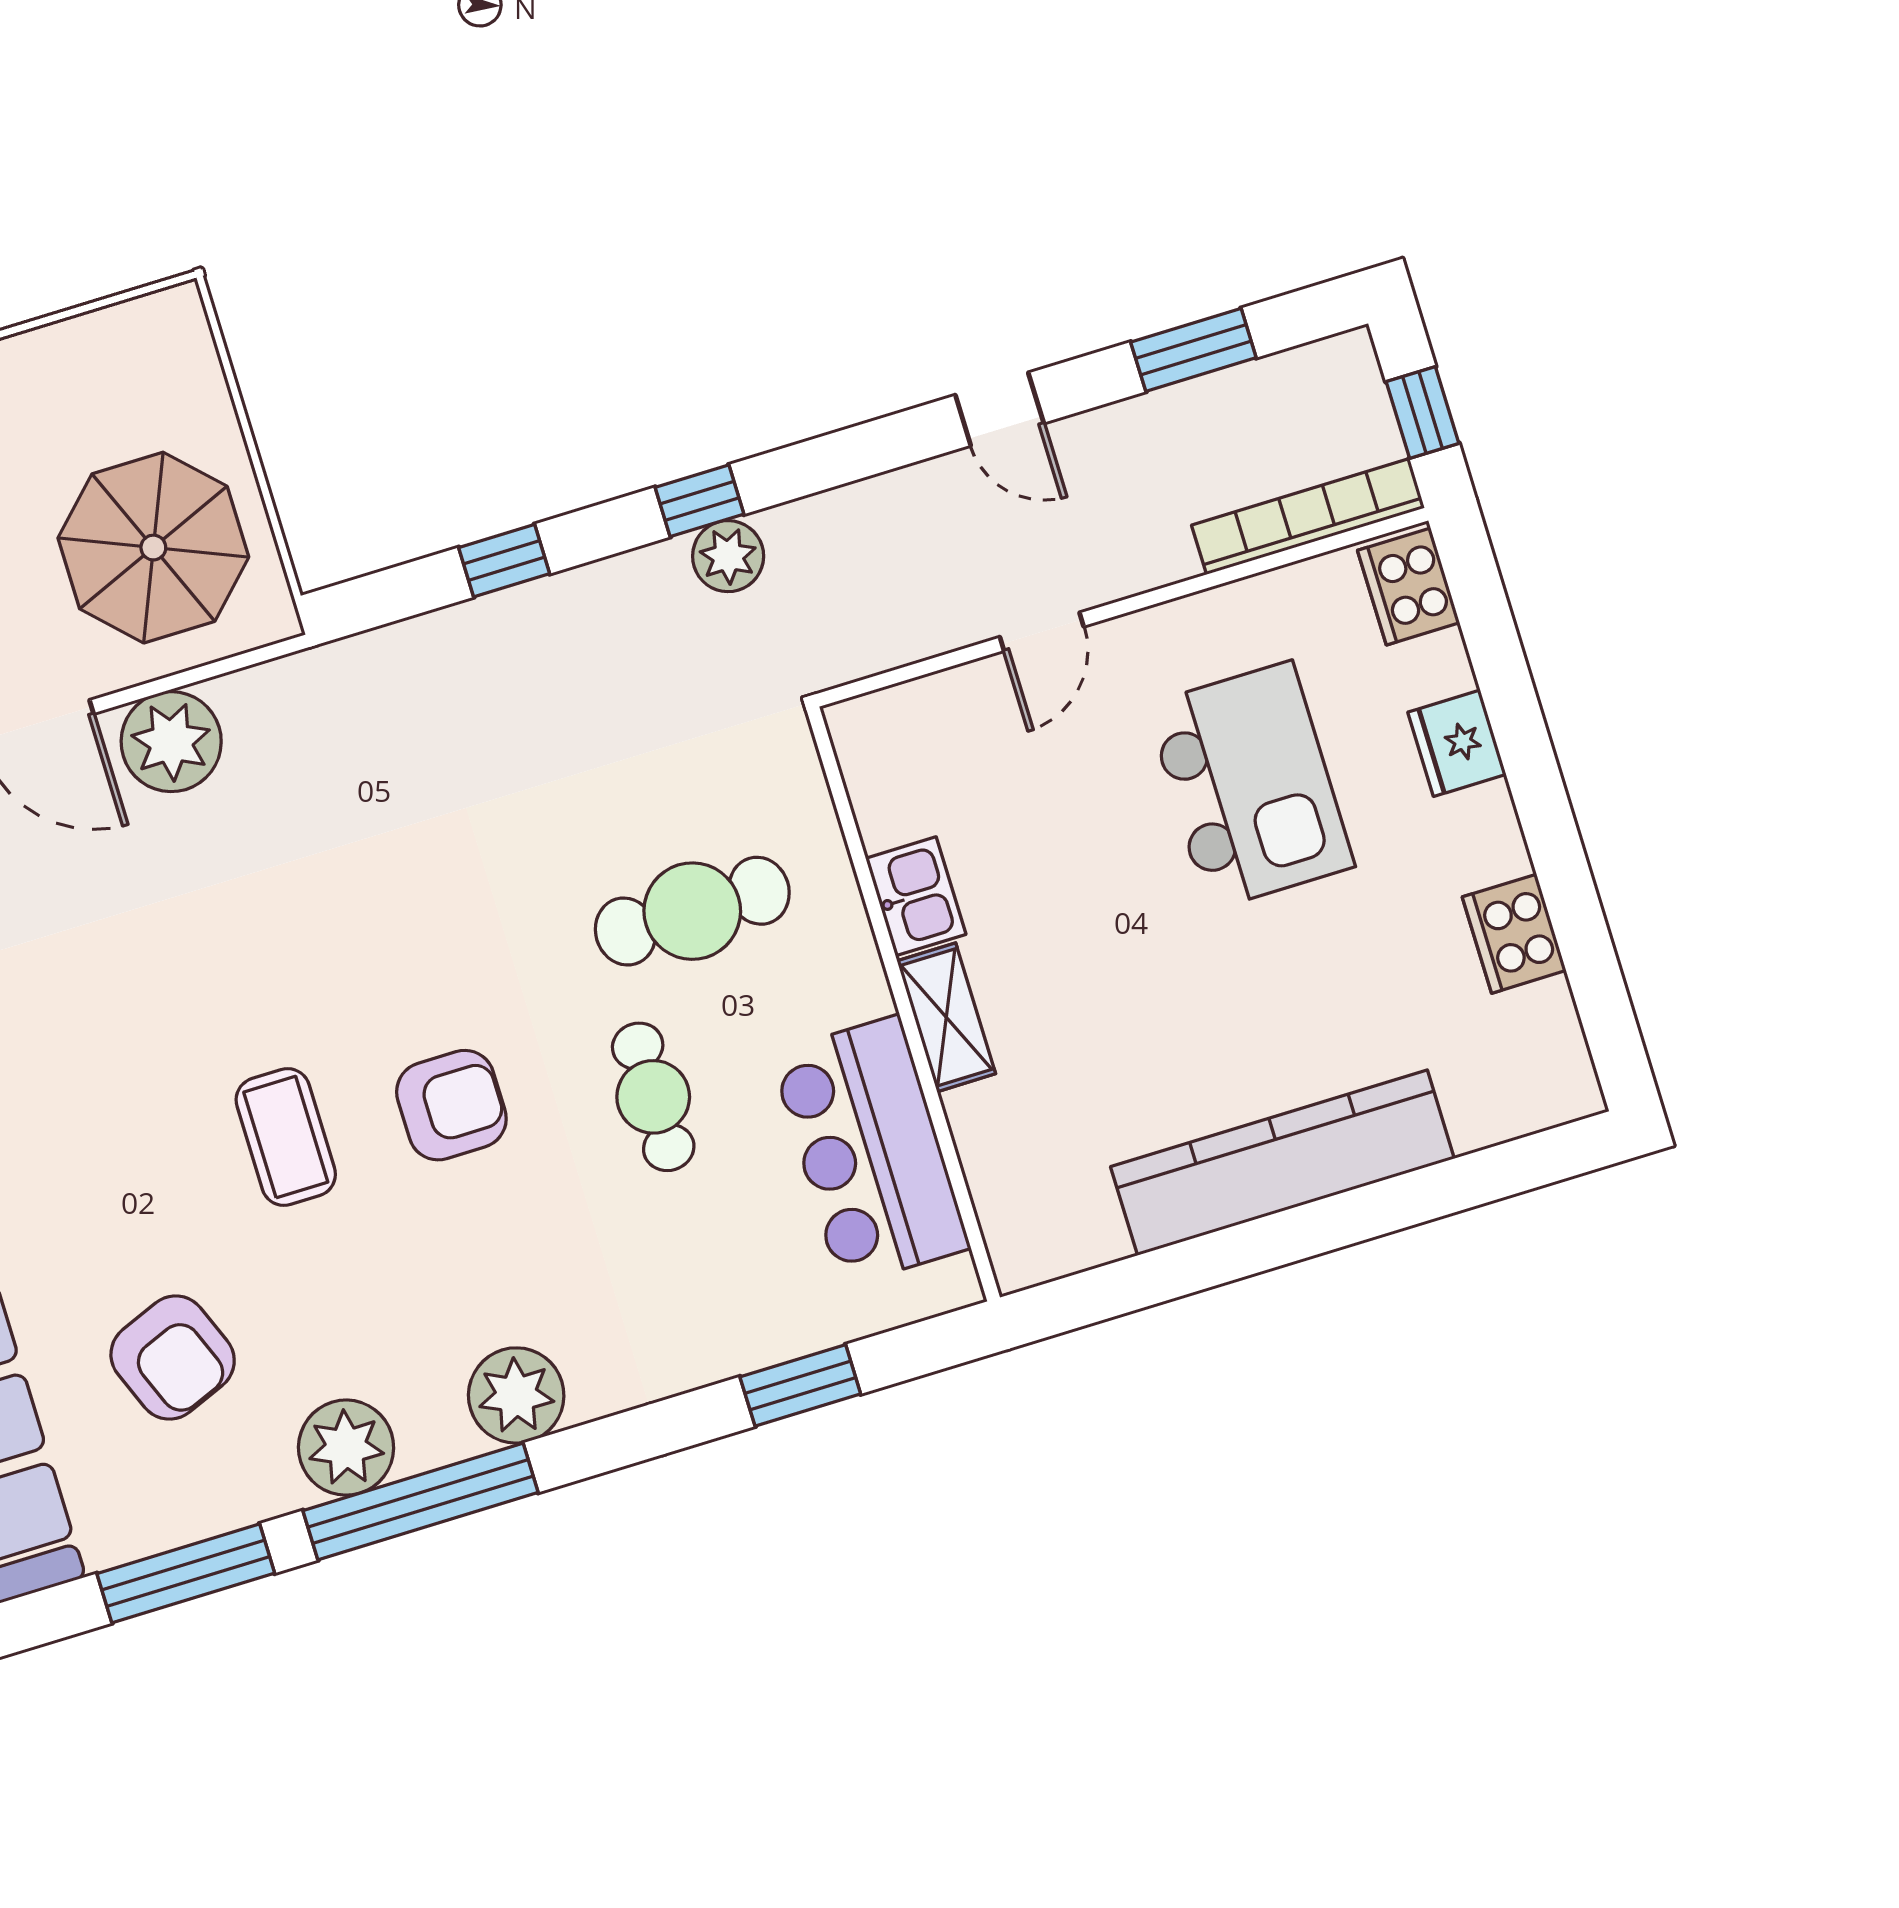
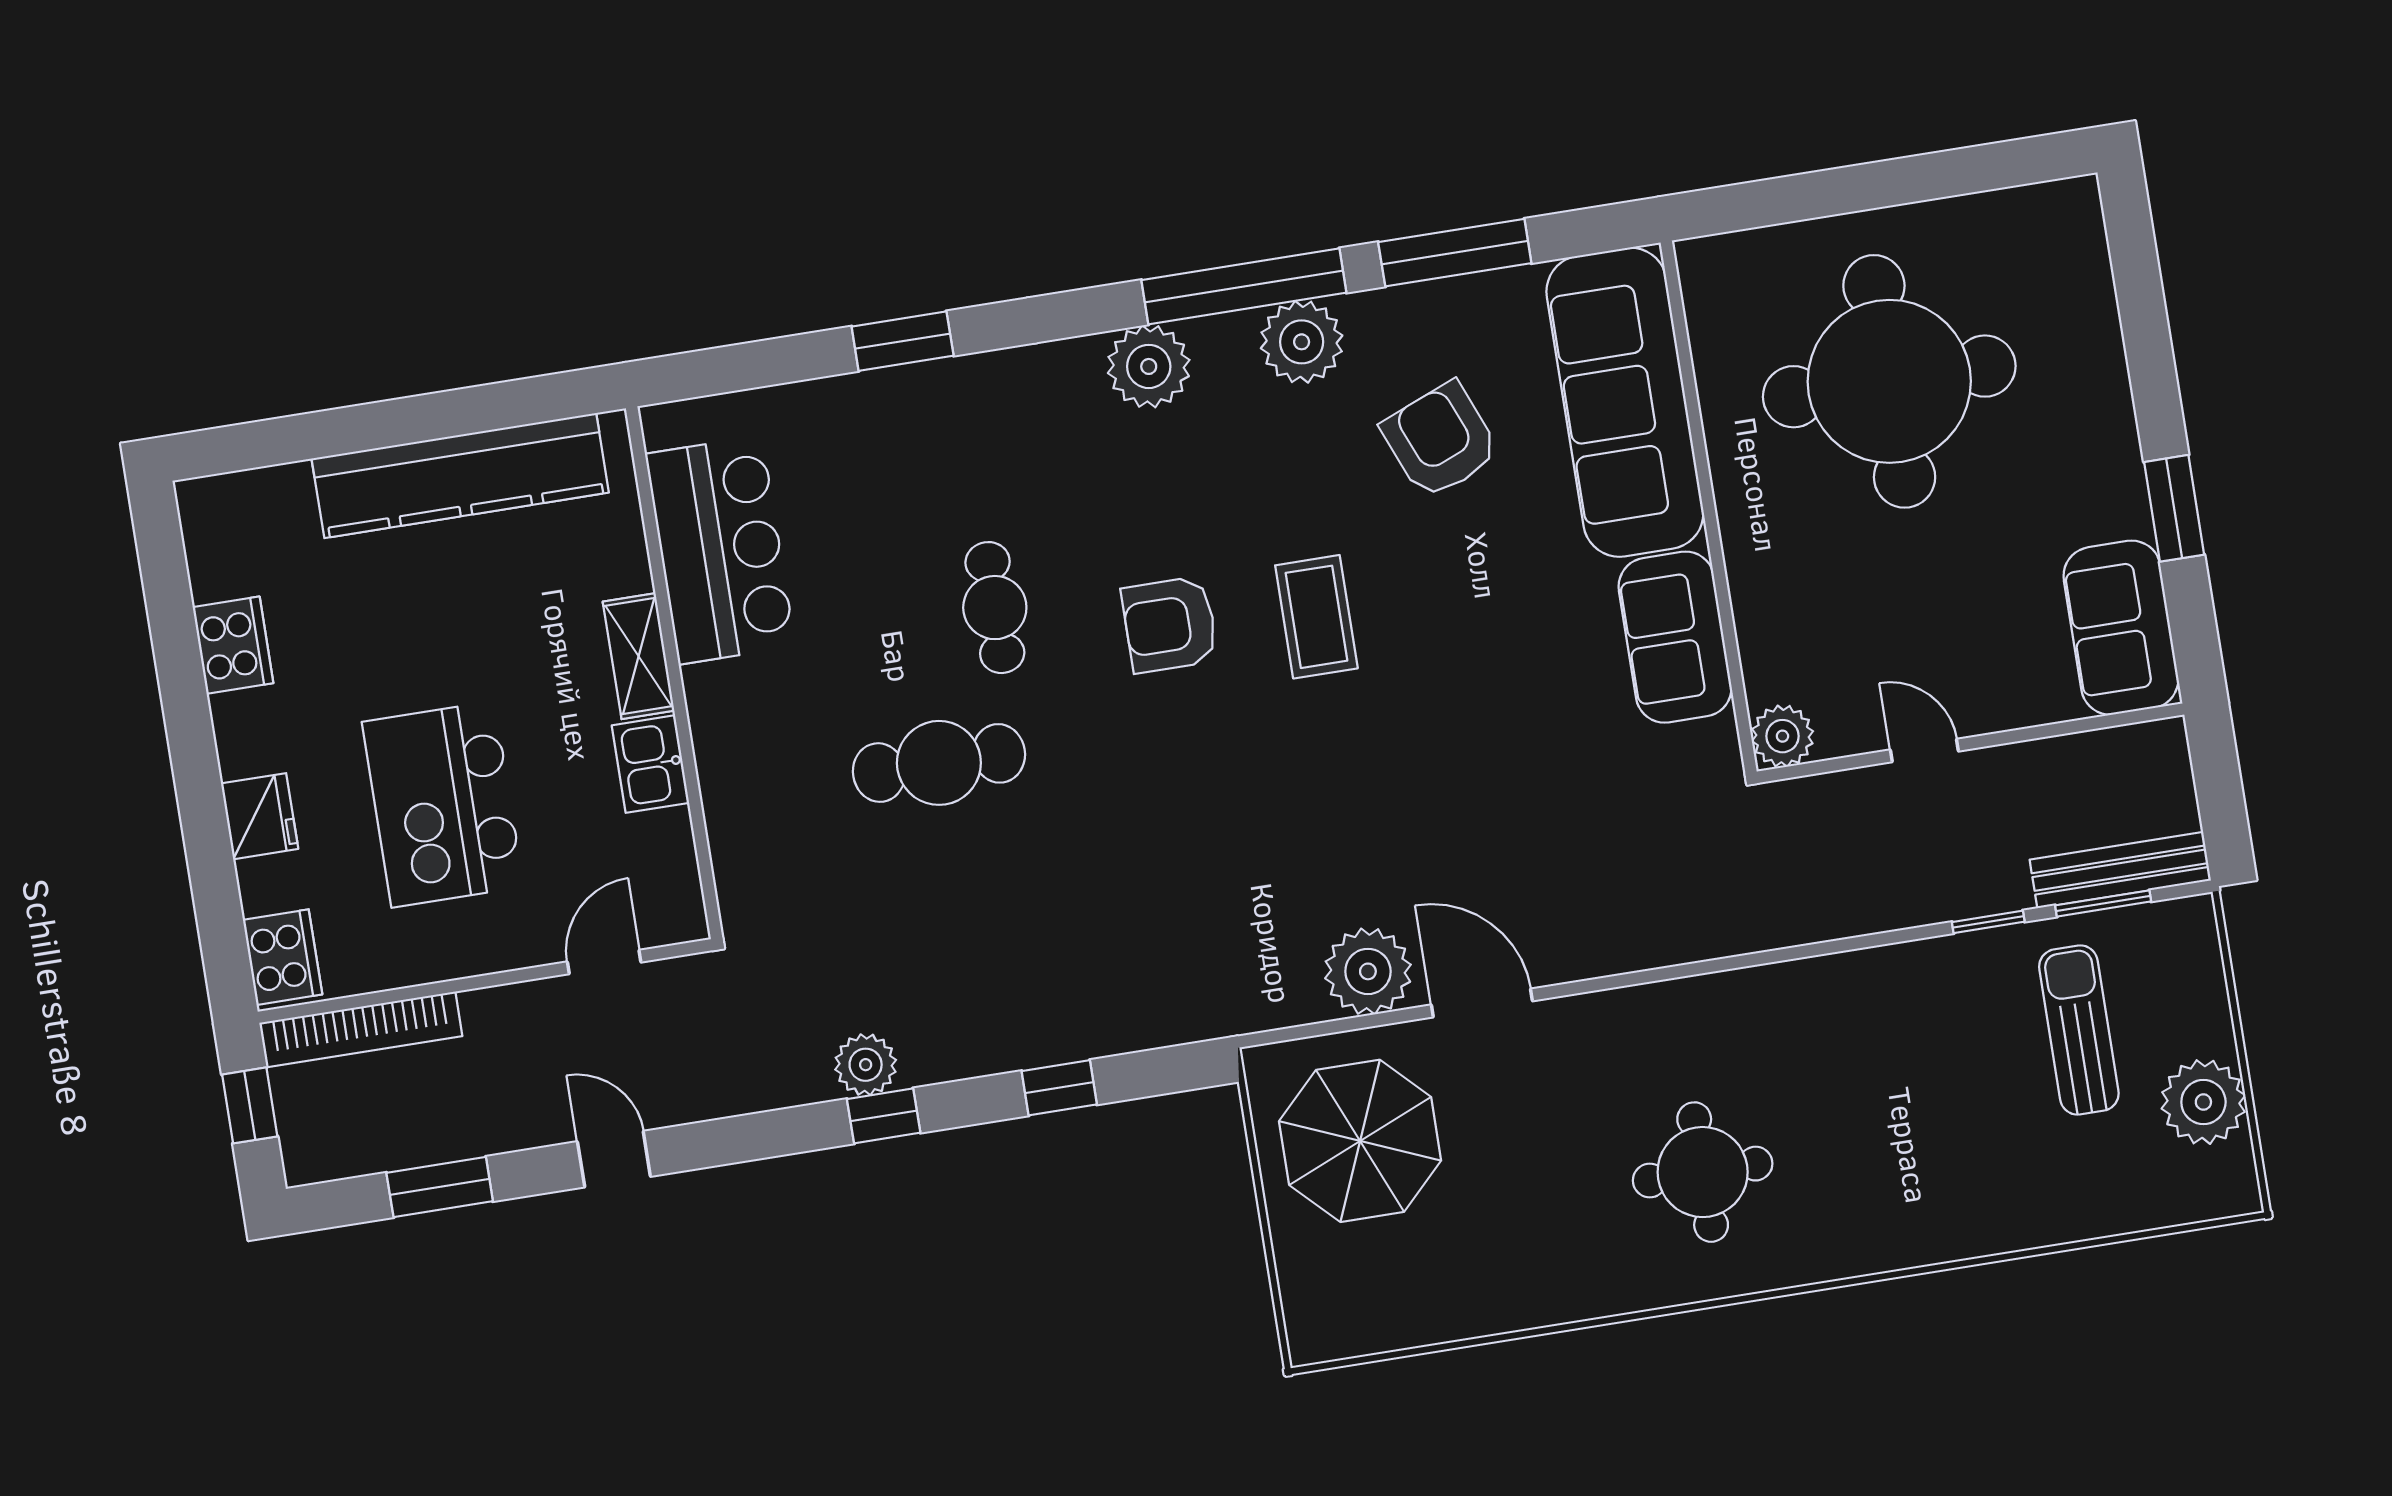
kitchen sink: (916, 896) -> (650, 764), moved
wall: (903, 1004) -> (674, 673), moved
shelving: (946, 1017) -> (639, 656), moved
bar counter: (870, 1151) -> (720, 550), moved

